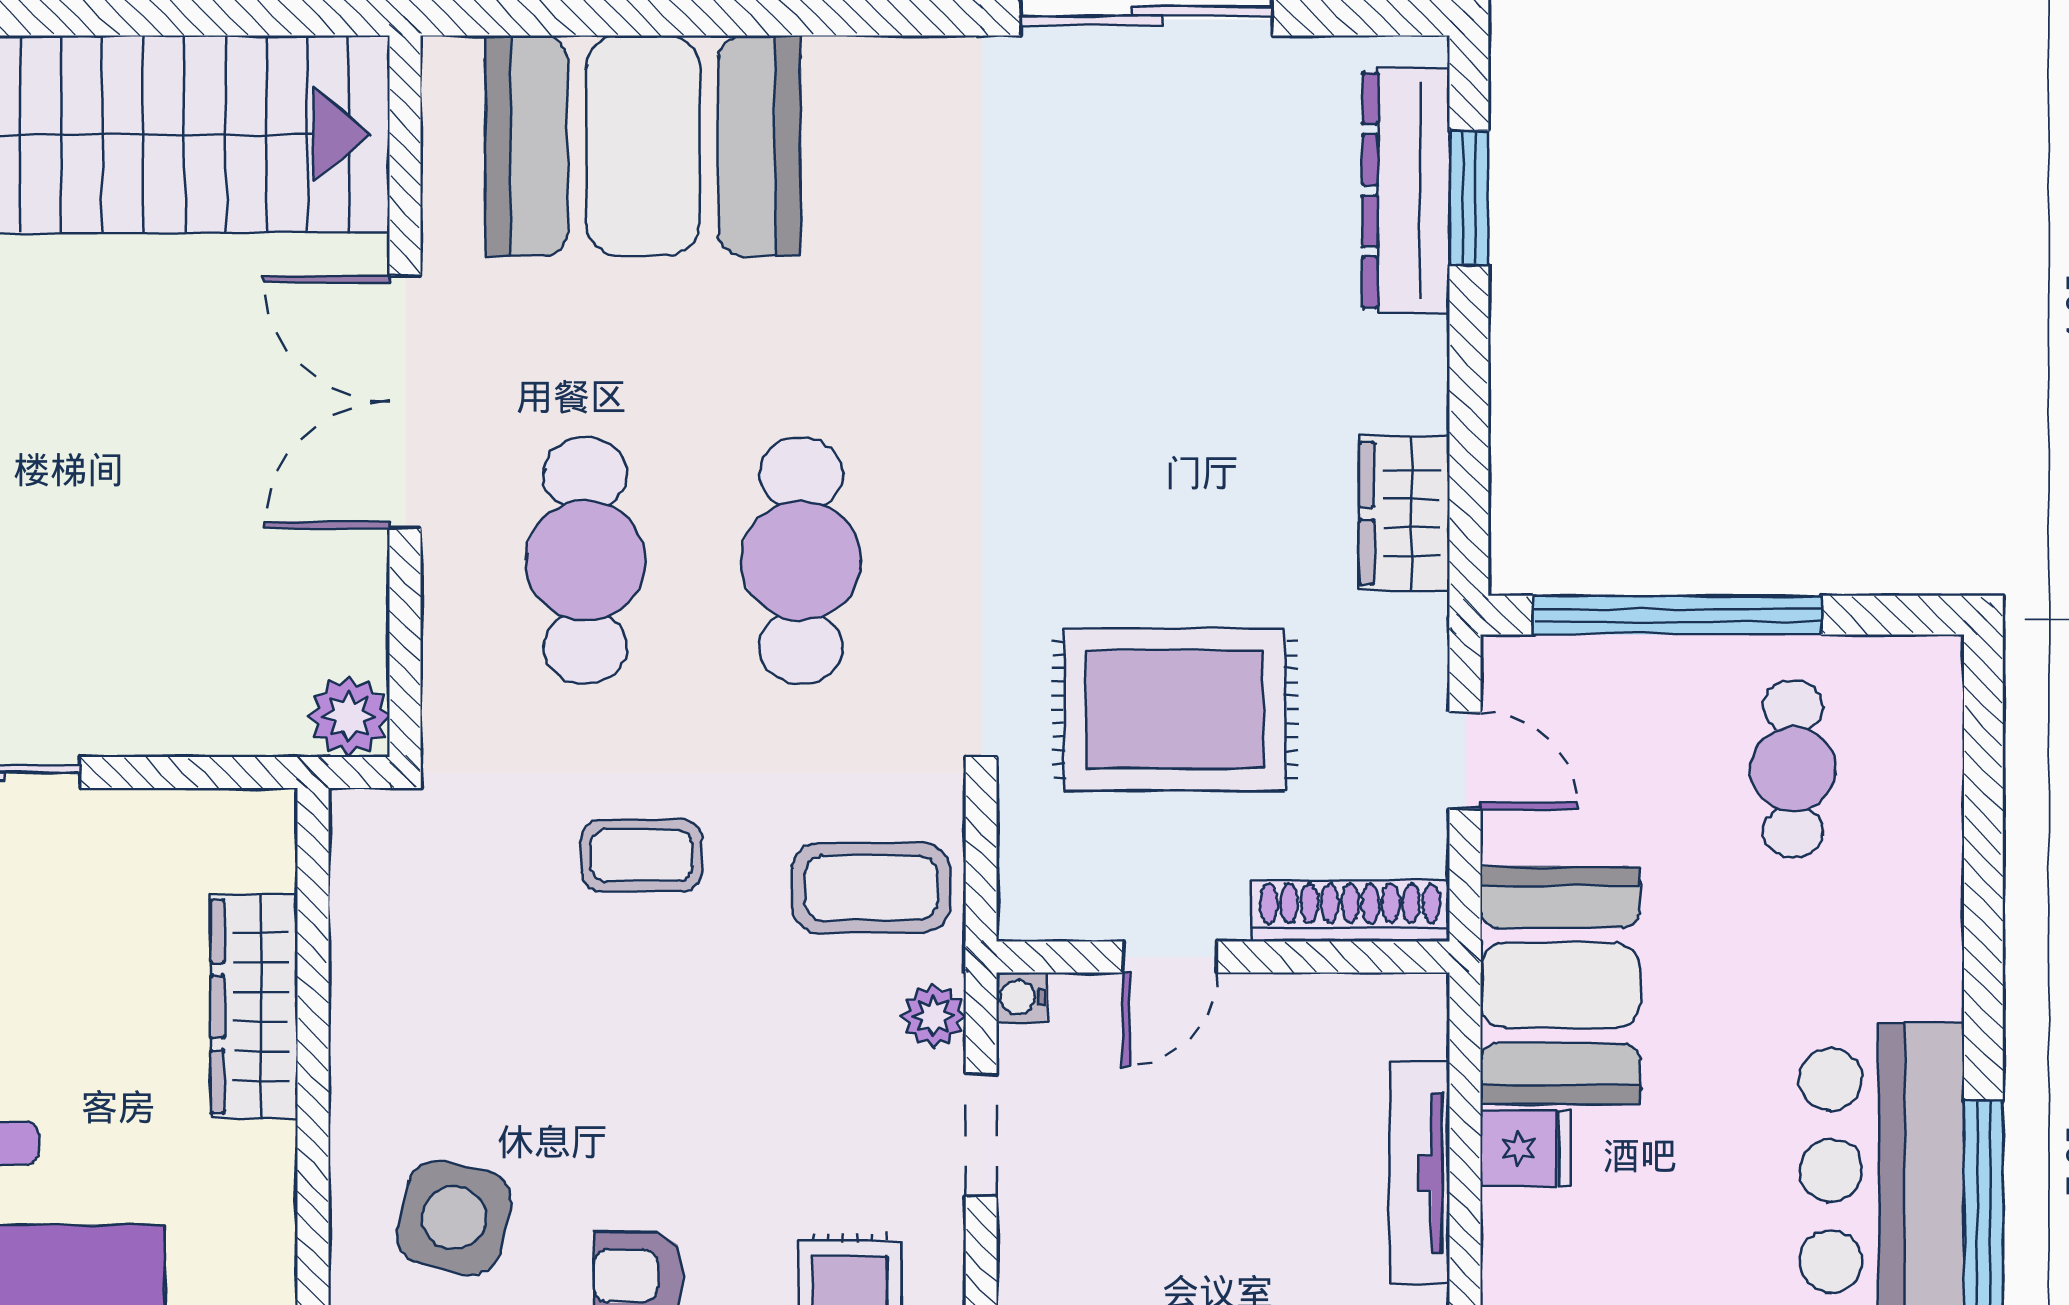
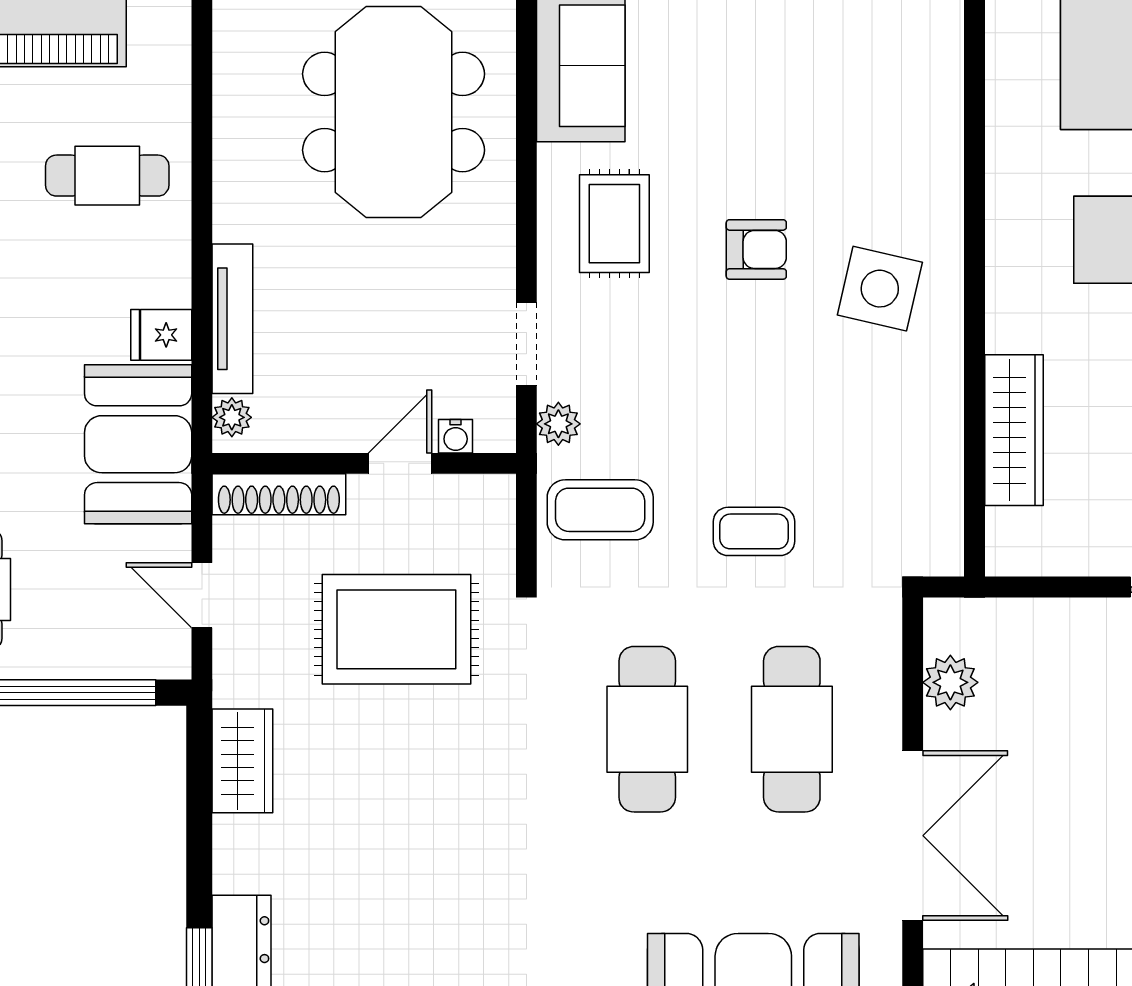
plant: (349, 716) -> (950, 682), moved
water cooler: (1022, 997) -> (456, 436), moved, turned 90
plant: (1420, 1026) -> (232, 417), added

